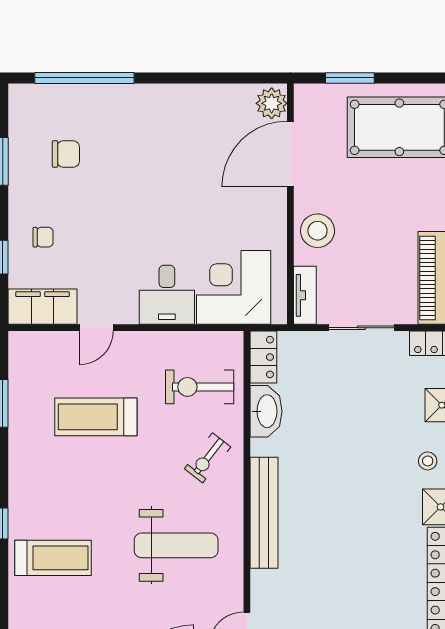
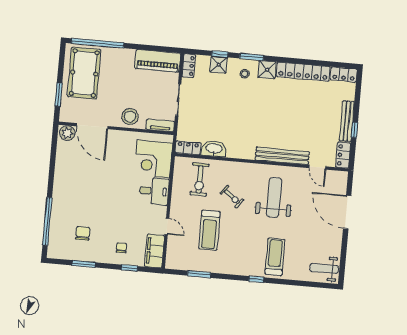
exercise bike: (208, 458) -> (232, 197), moved
bench: (264, 513) -> (282, 156), moved

